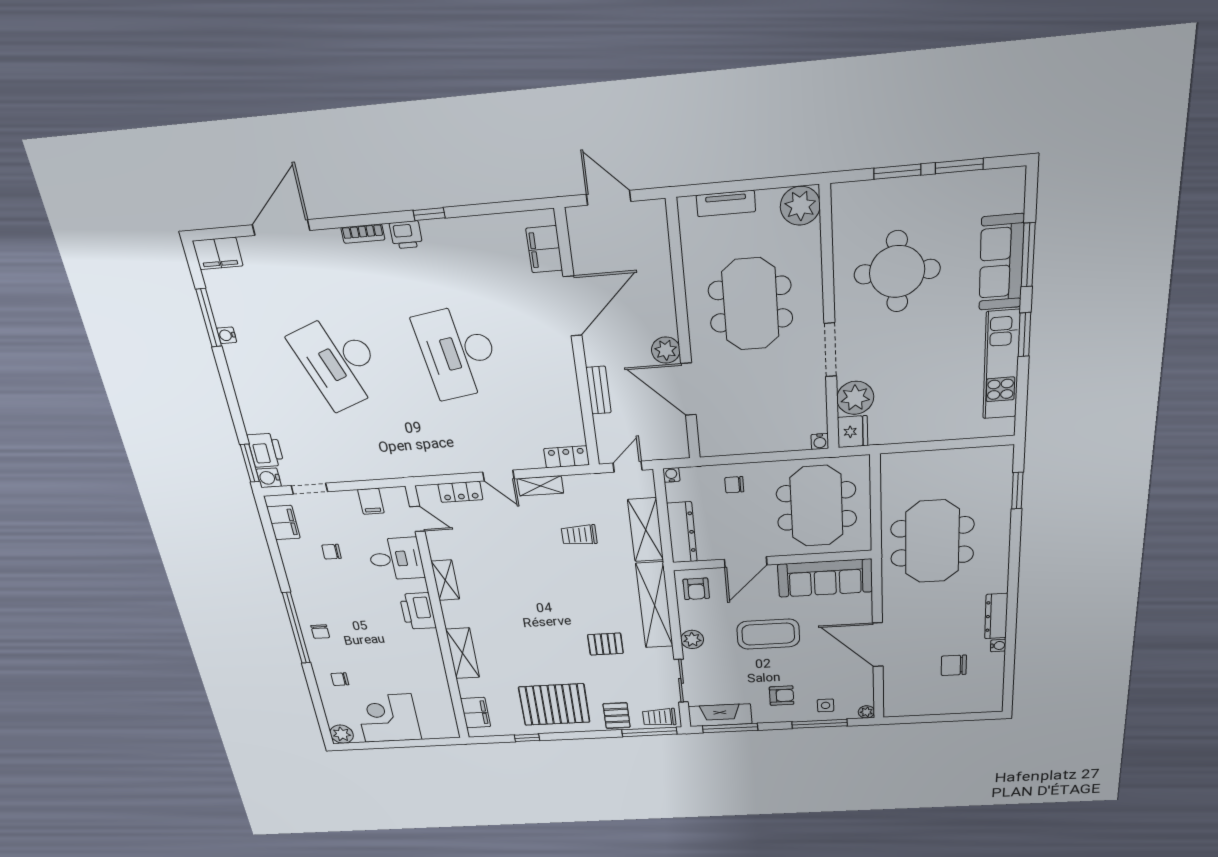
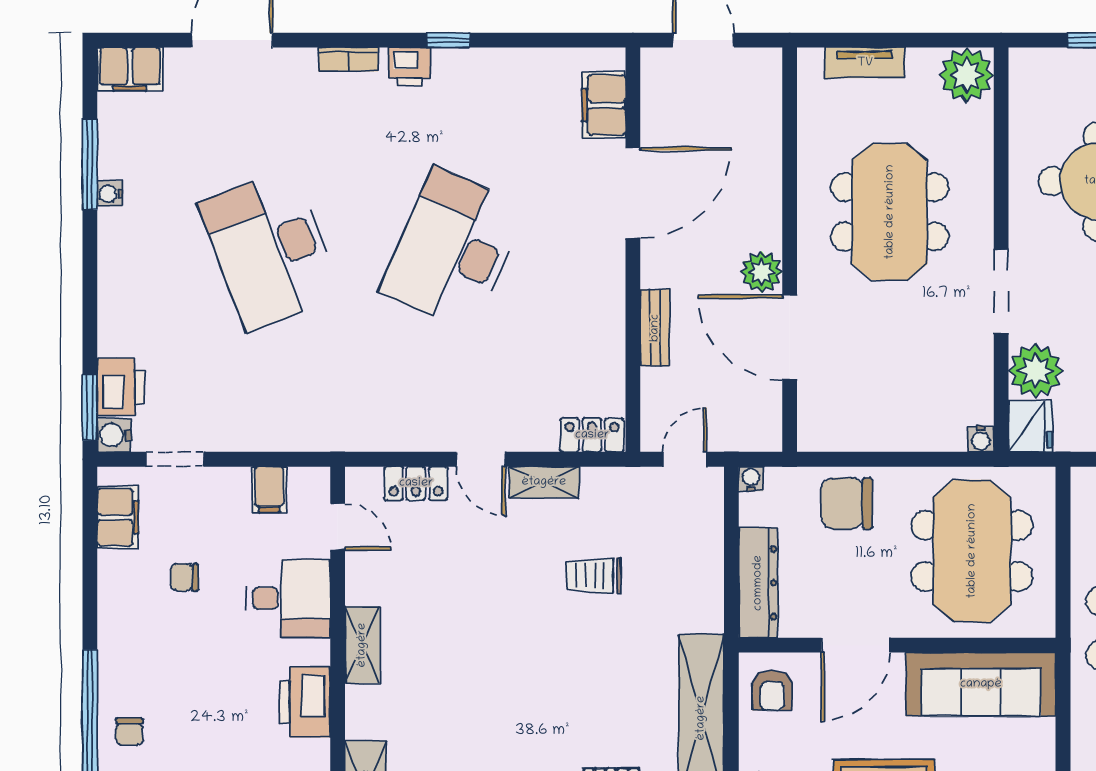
desk: (458, 352) -> (453, 250), turned 33
chair: (734, 485) -> (847, 503), width x1.87, depth x1.87
shelving: (646, 530) -> (701, 574), removed

